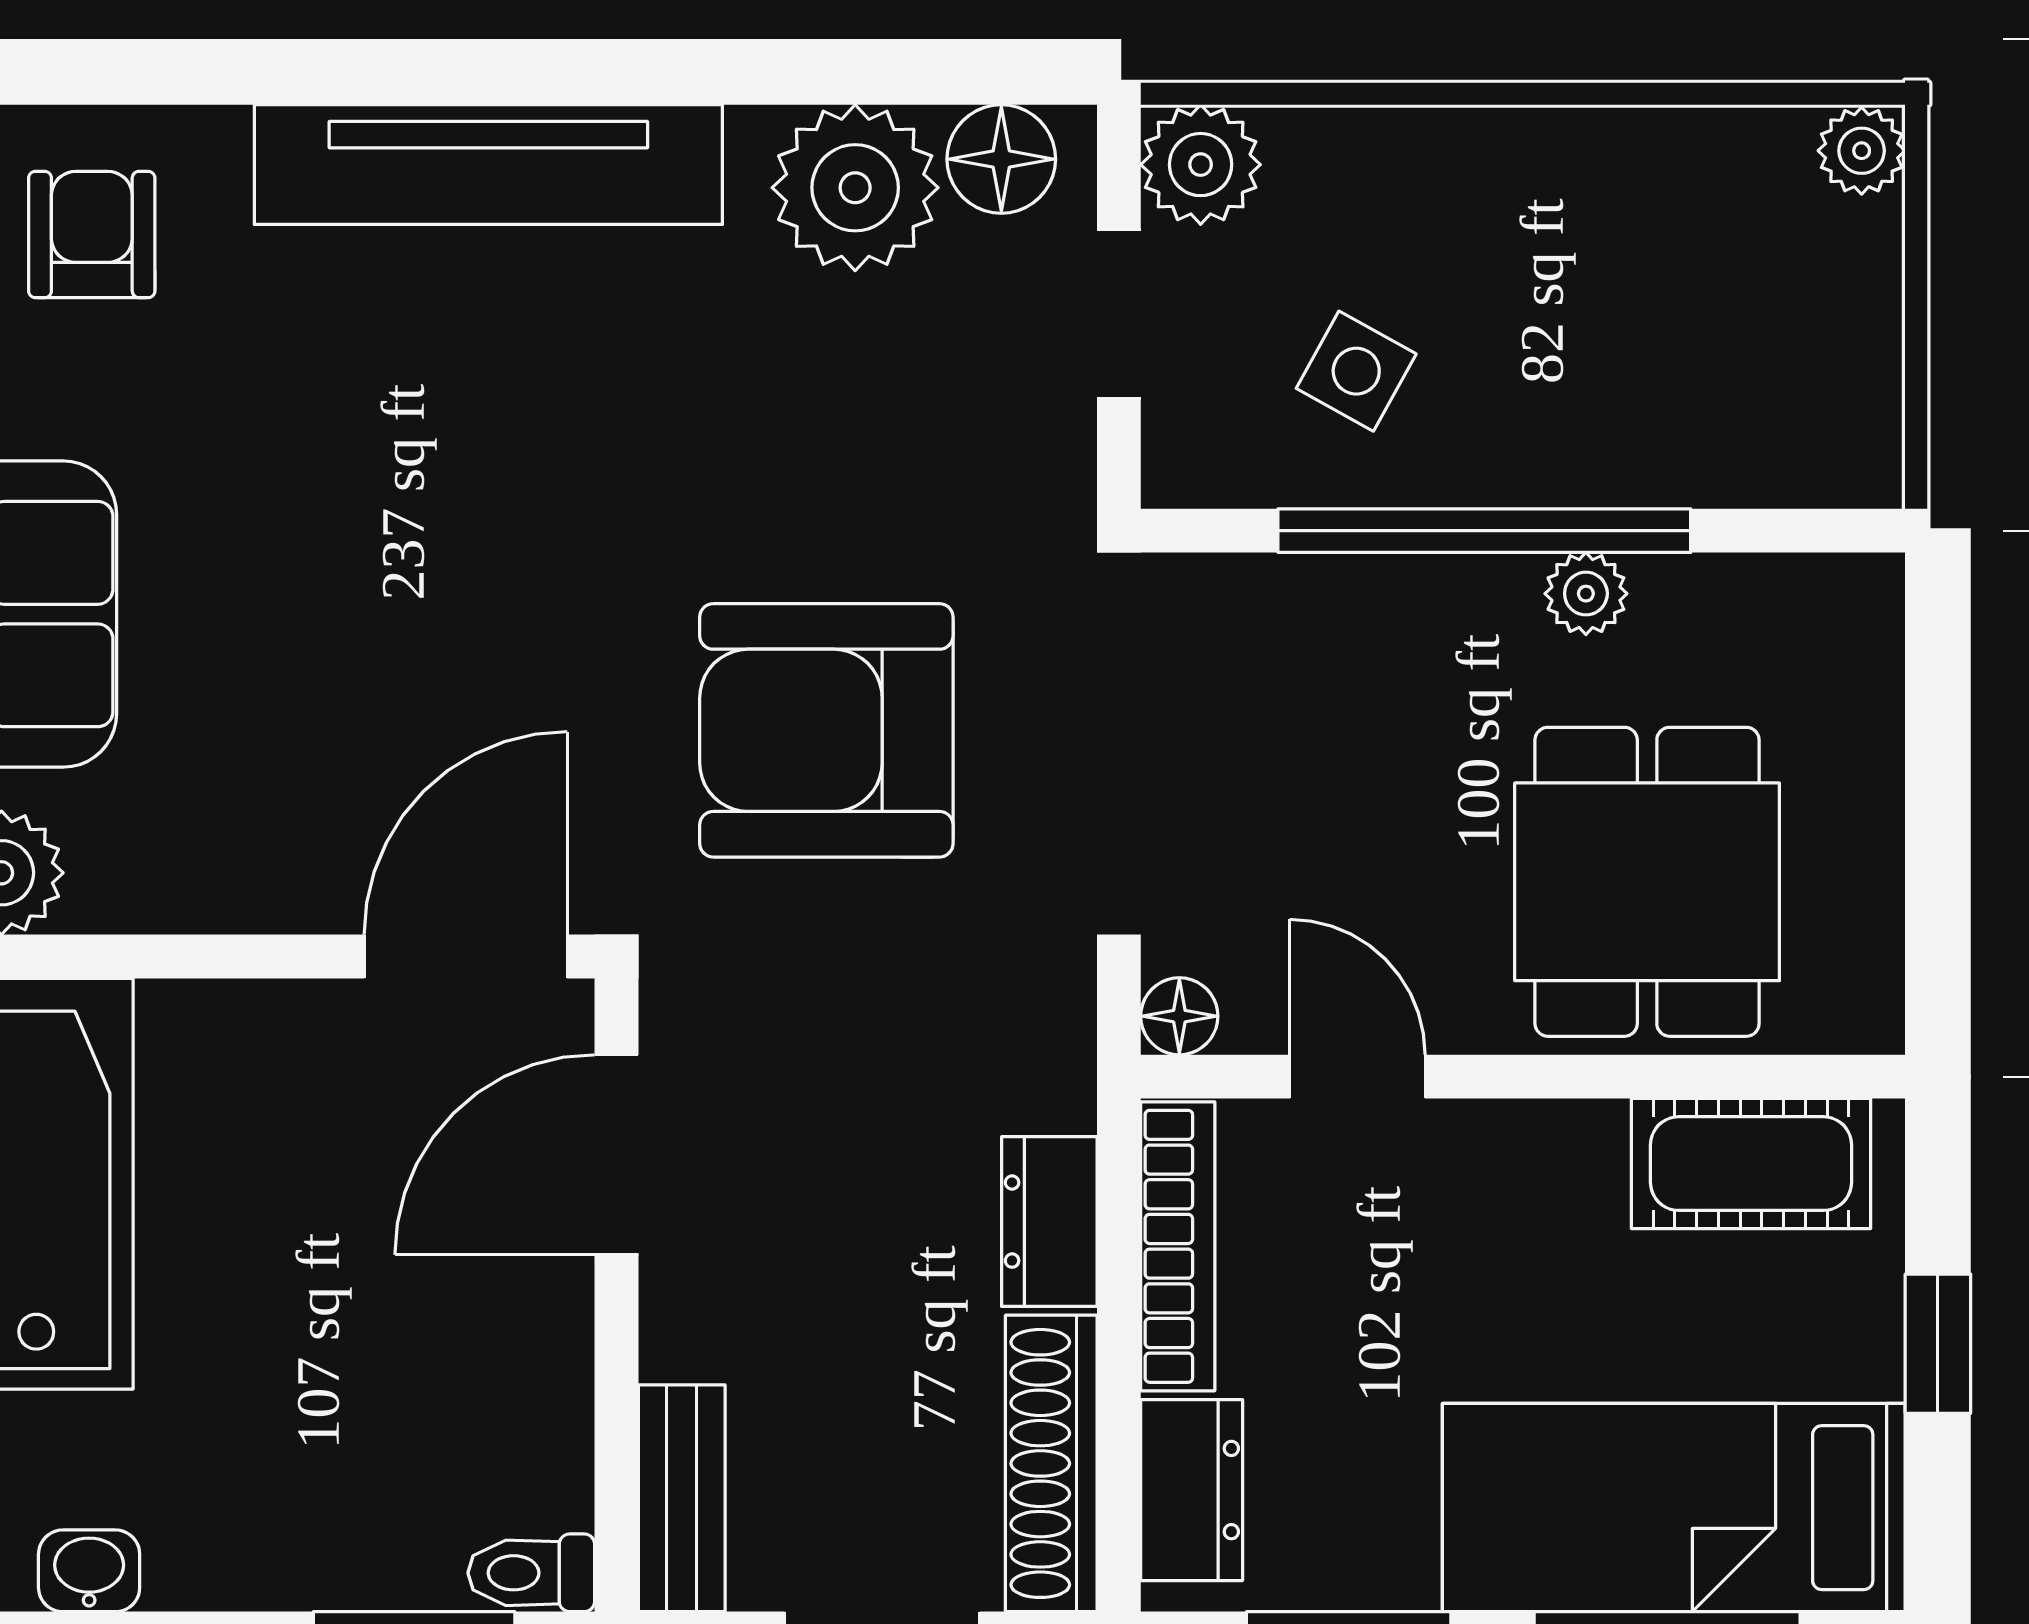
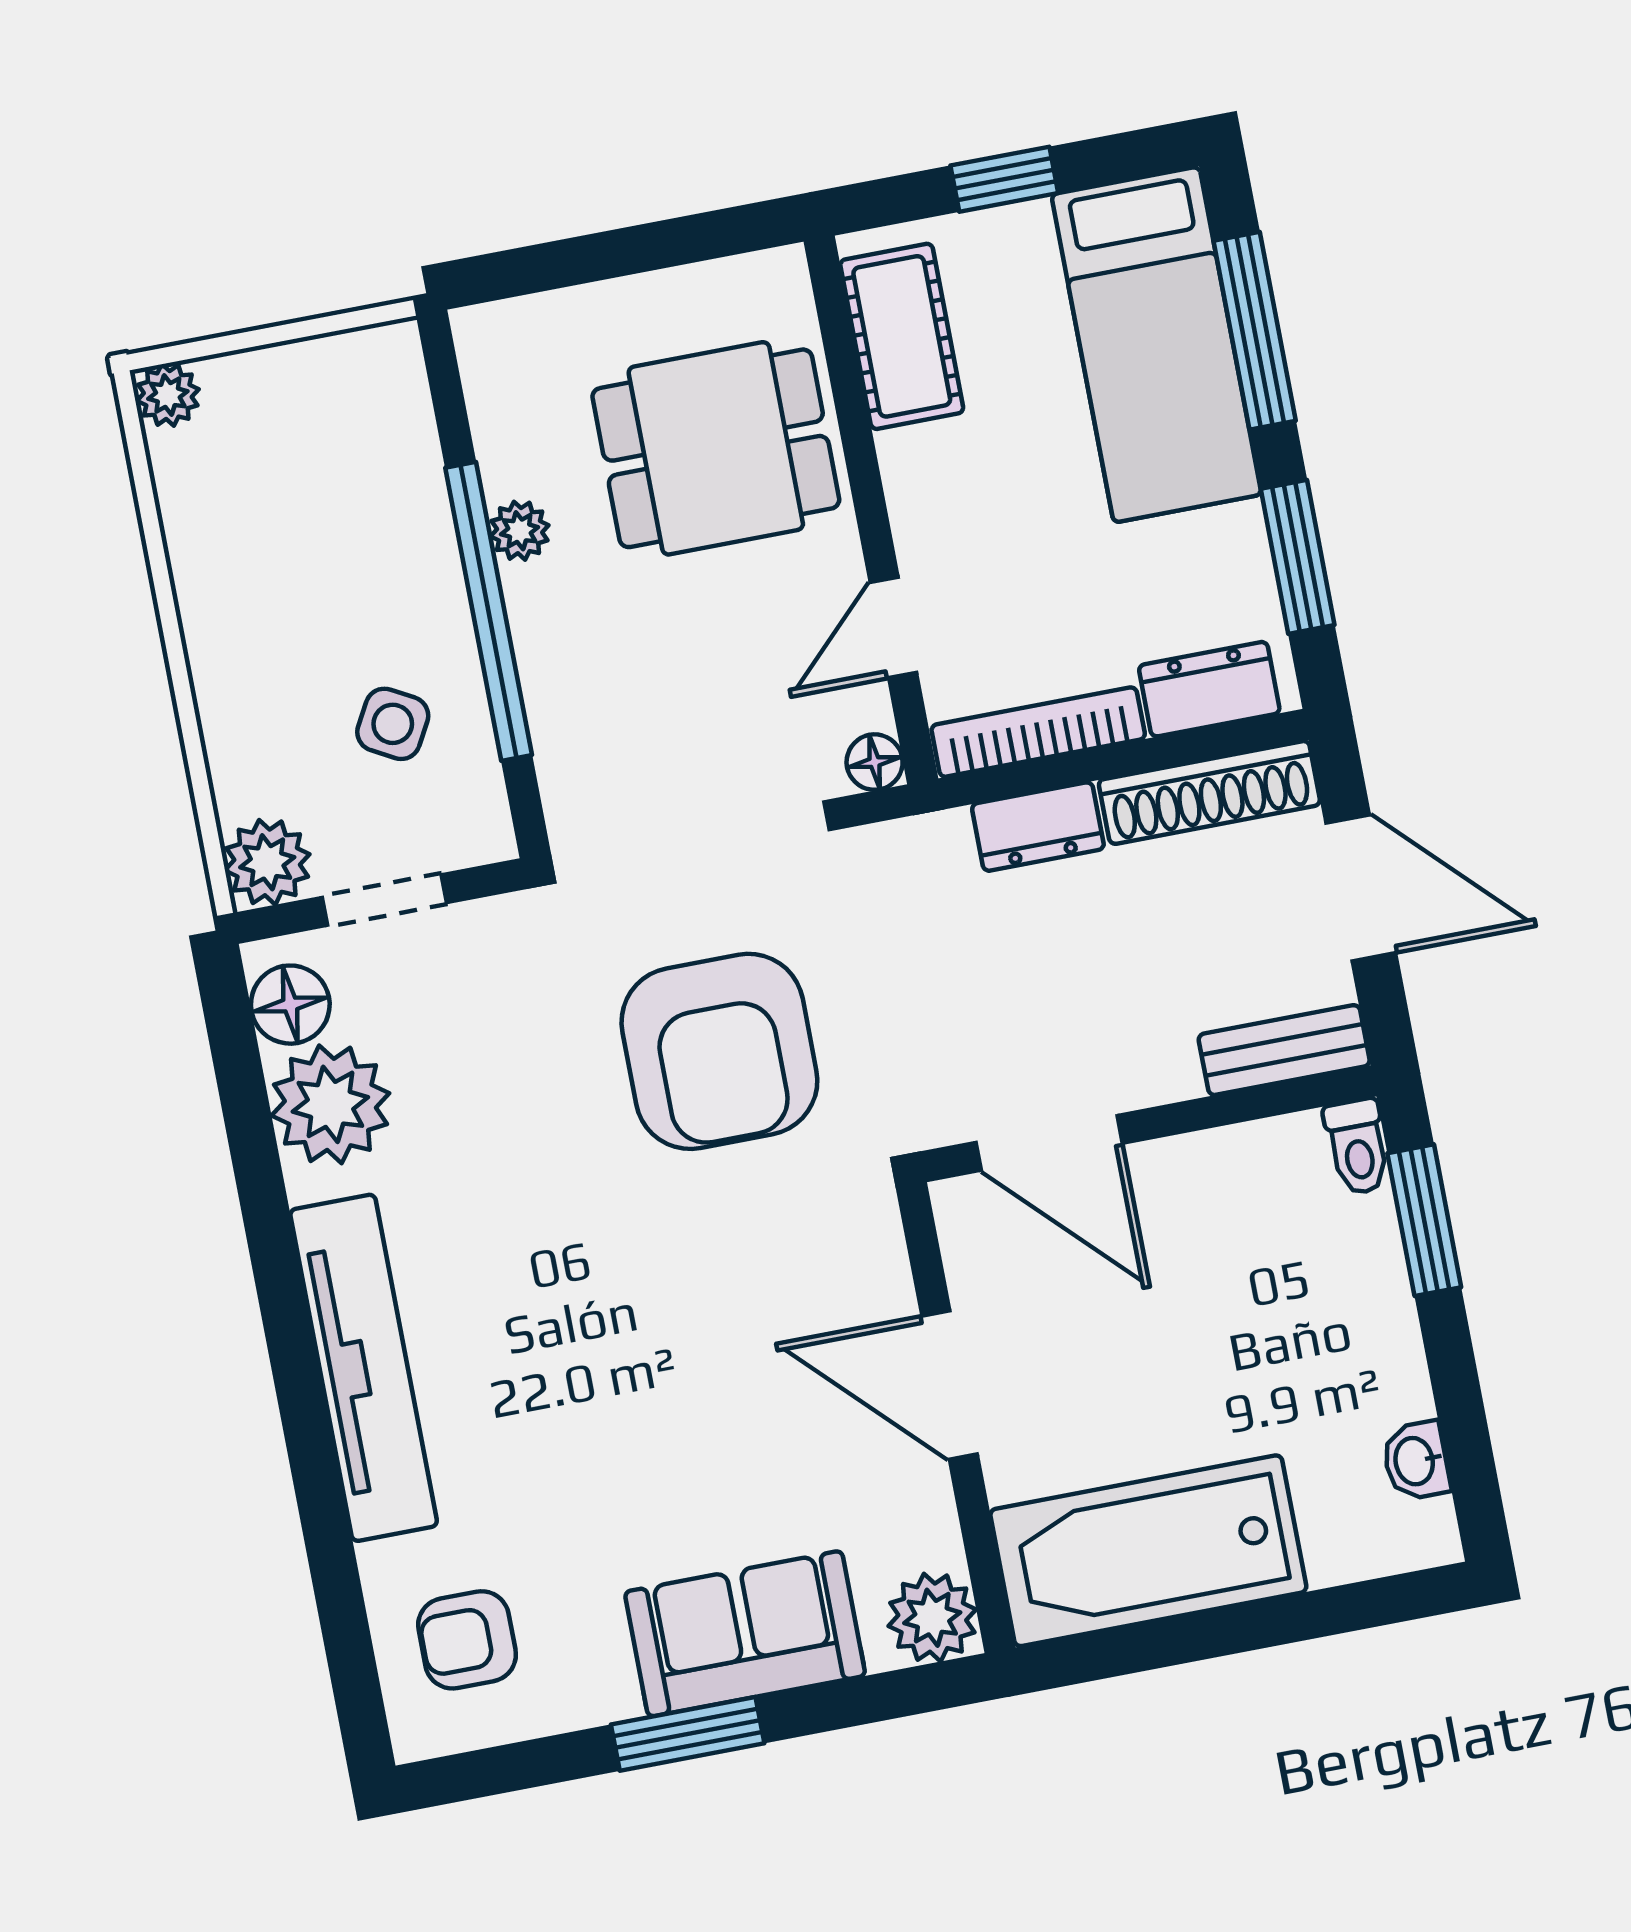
door: (466, 957) -> (950, 1385), moved

